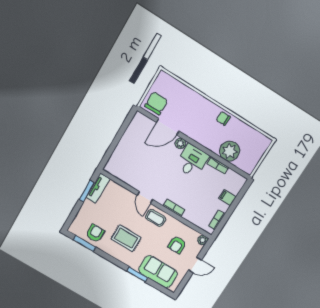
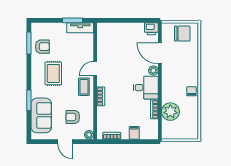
chair: (156, 103) -> (182, 34), moved
printer: (139, 120) -> (151, 29), added

